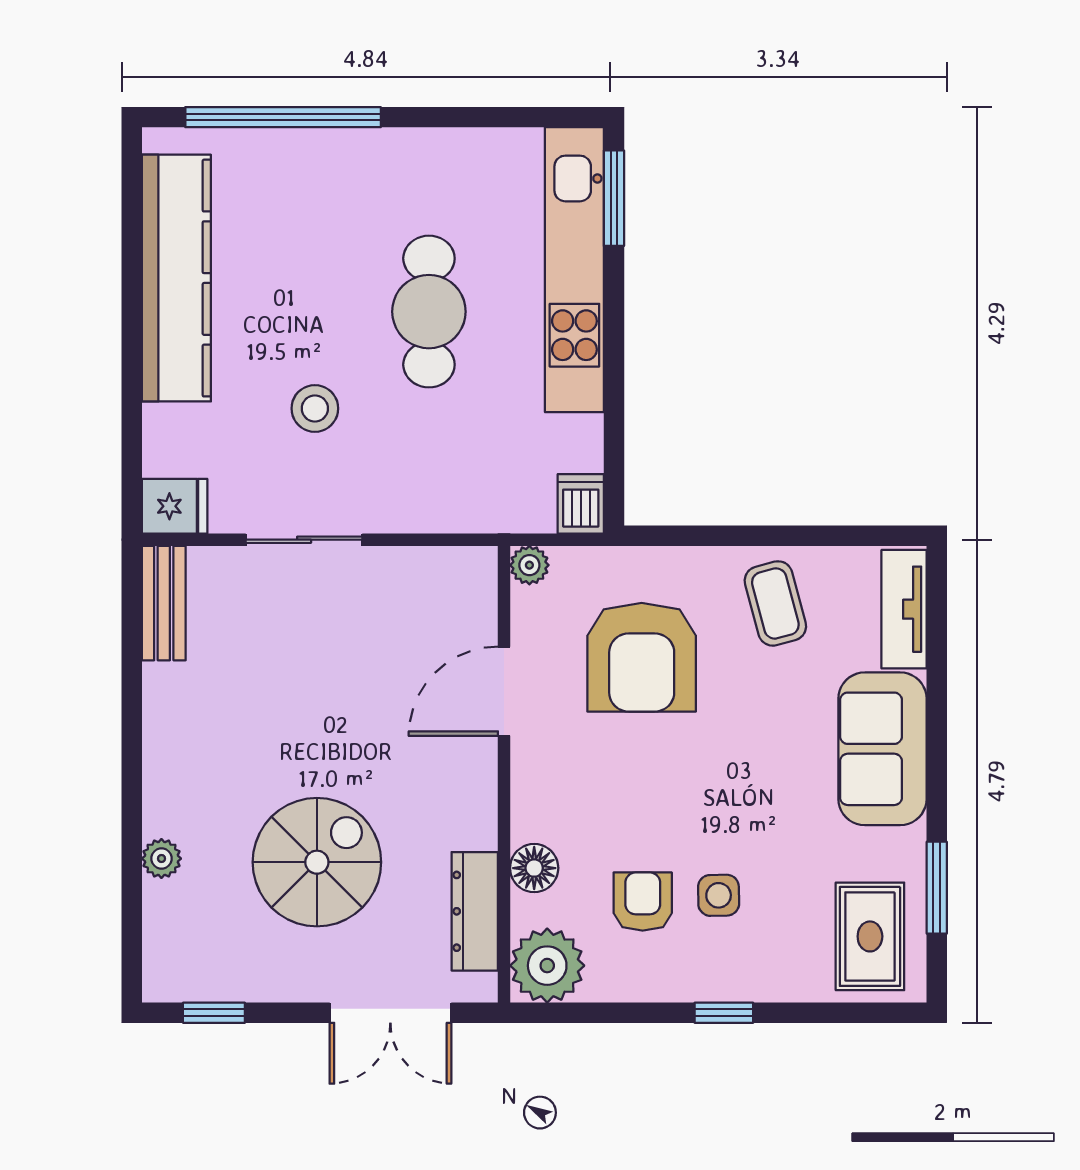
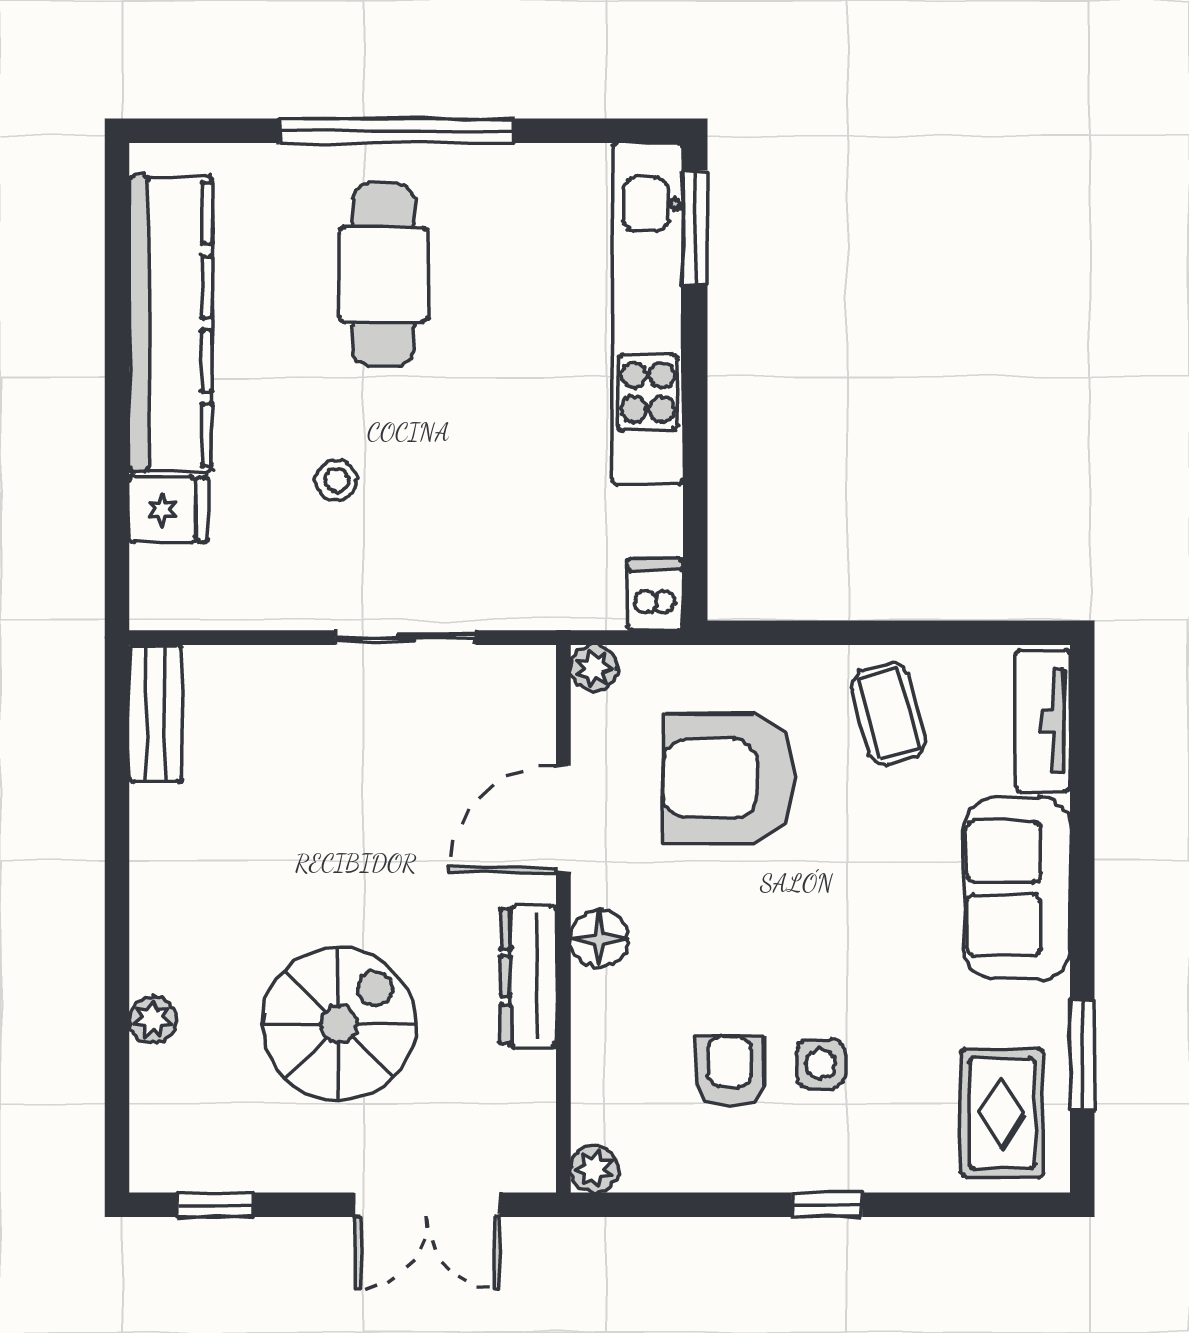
window: (283, 117) -> (397, 131), moved
cafe table: (429, 312) -> (383, 274), moved
stool: (315, 408) -> (337, 480), width x0.73, depth x0.73
fridge: (175, 506) -> (168, 509), moved
sliding door: (304, 540) -> (406, 638), moved
armchair: (642, 657) -> (728, 779), turned 90
floor lamp: (534, 868) -> (600, 939), moved
dresser: (475, 911) -> (528, 977), moved
plant: (547, 966) -> (594, 1169), width x0.53, depth x0.53

